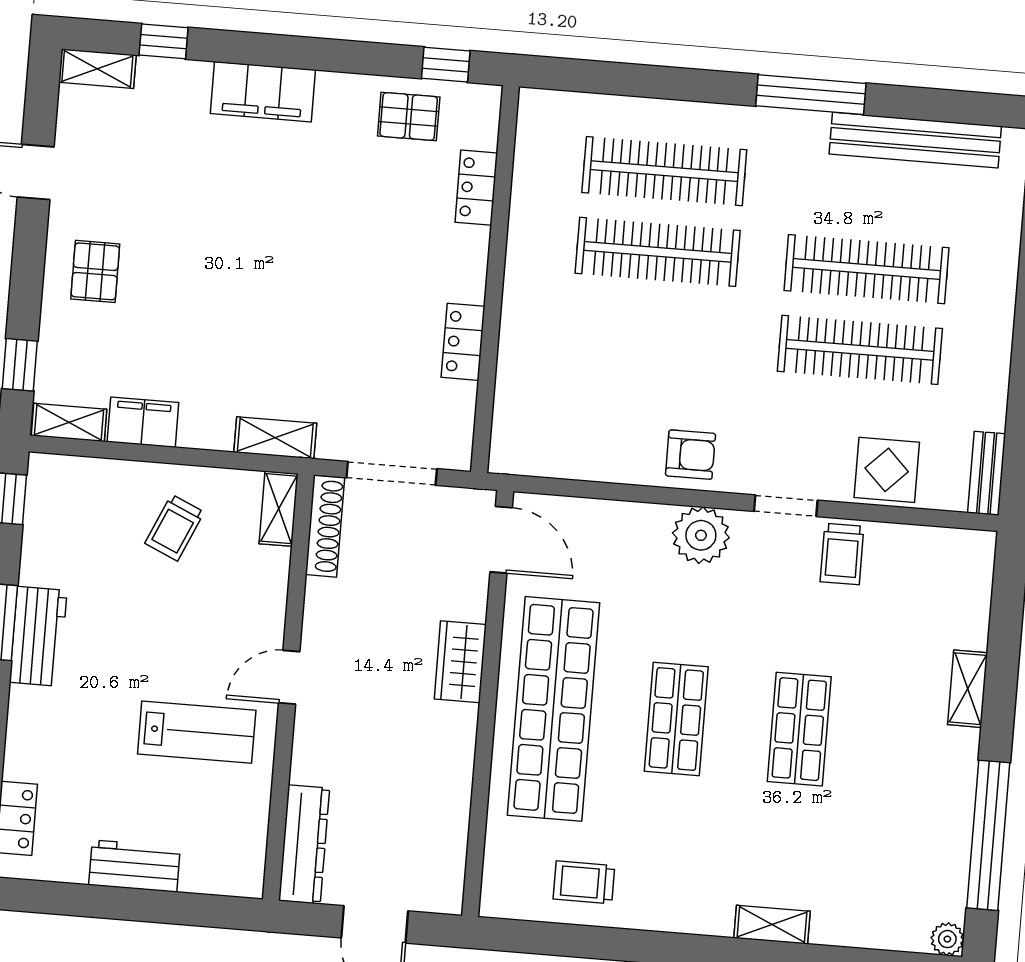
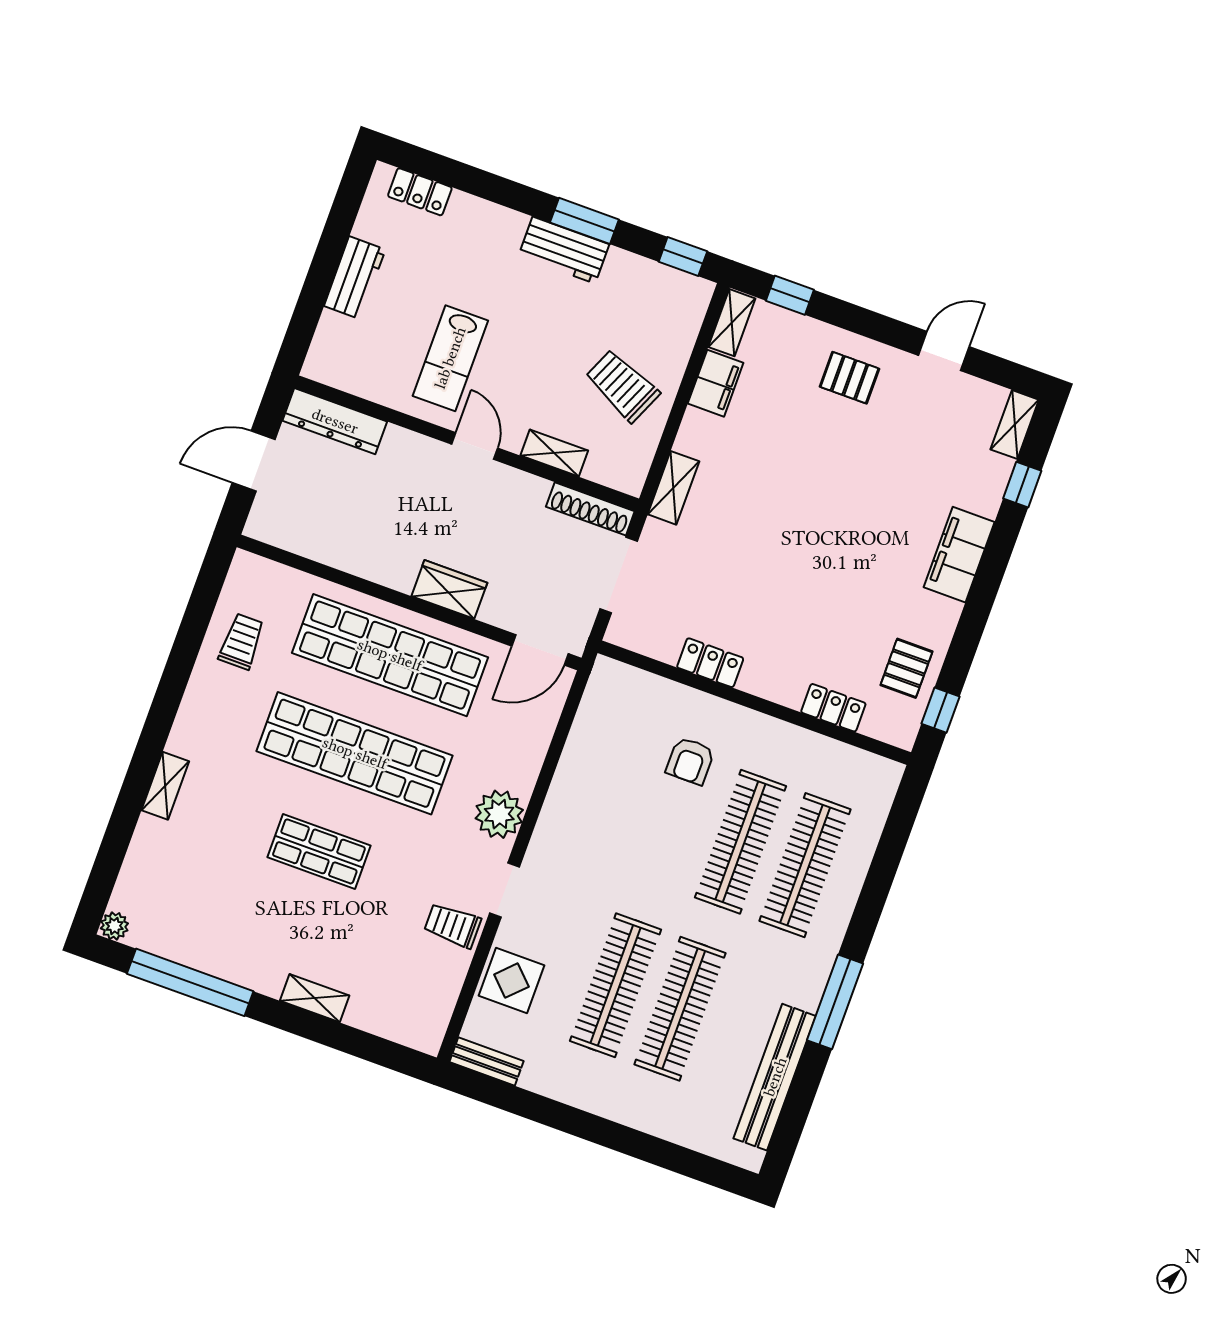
armchair: (690, 455) -> (690, 761), moved
shelving: (279, 509) -> (554, 453), moved
trolley: (175, 528) -> (622, 386), width x1.36, depth x1.39
shop shelf: (676, 719) -> (355, 753), width x2.00, depth x1.36

